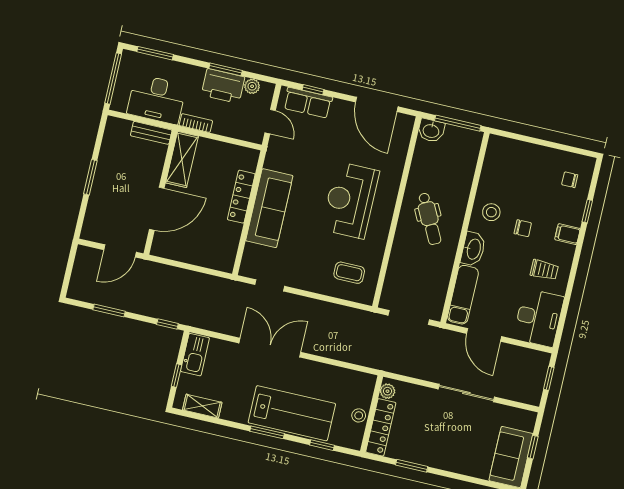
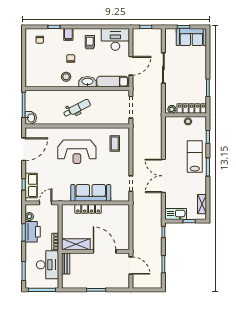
lab bench: (292, 413) -> (195, 156), width x0.73, depth x0.72

